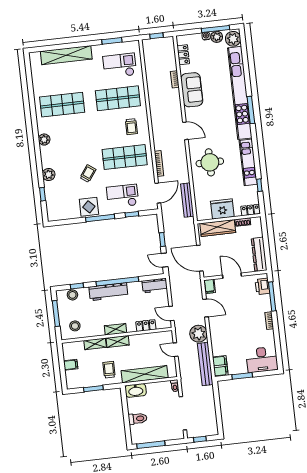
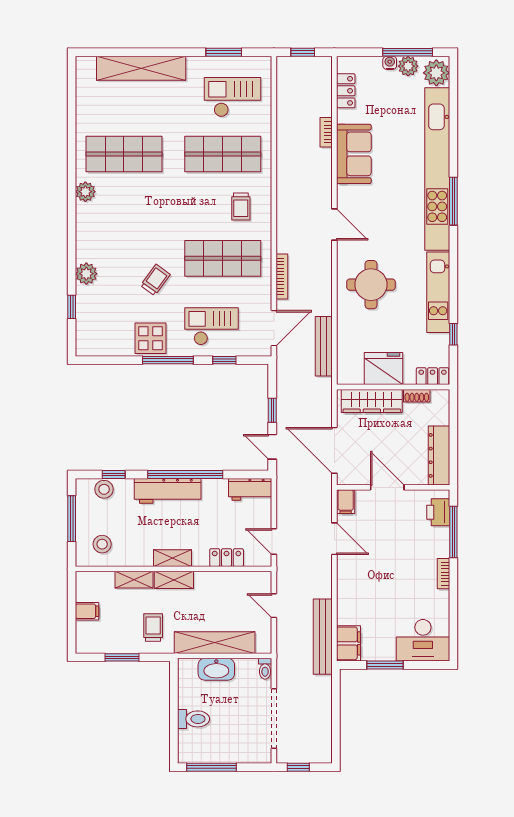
plant: (44, 140) -> (85, 192), moved
plant: (199, 334) -> (317, 582), removed
washbasin: (136, 390) -> (216, 669), moved

